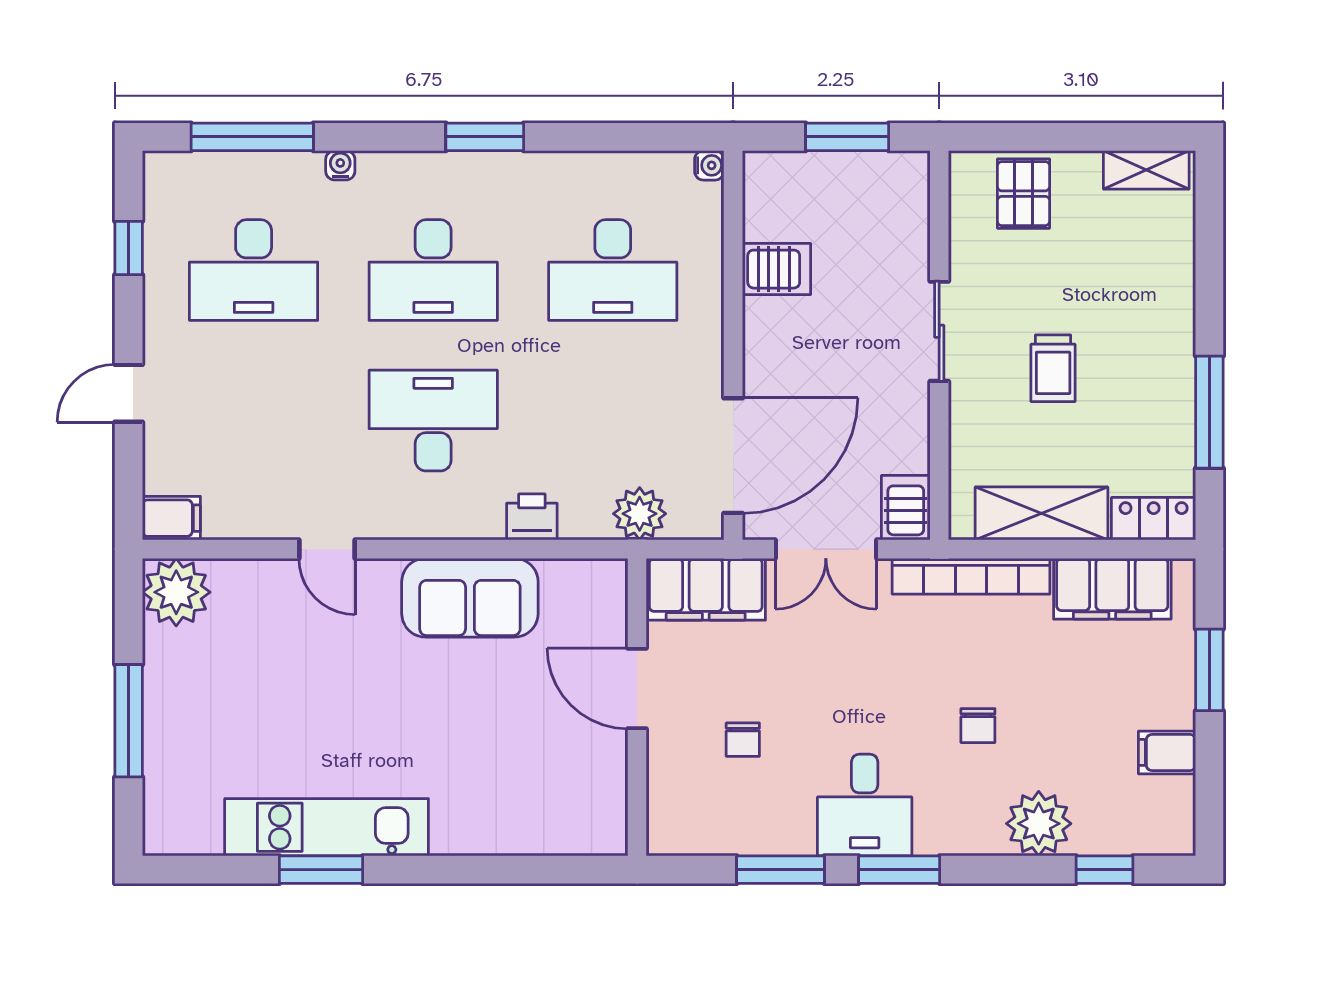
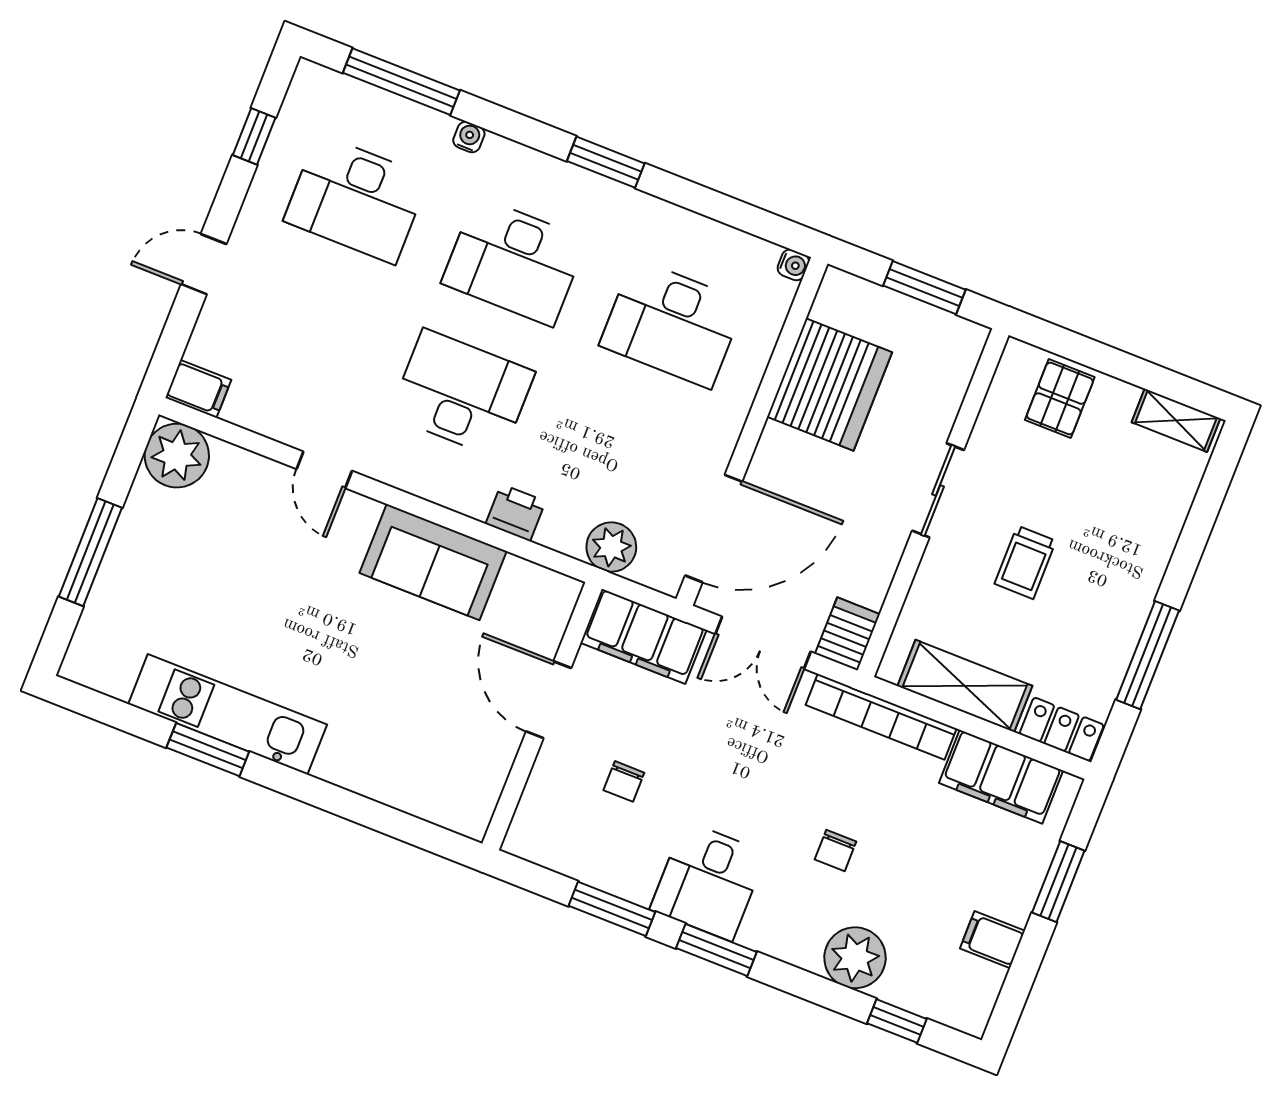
server rack: (776, 269) -> (830, 384), width x2.18, depth x1.44

